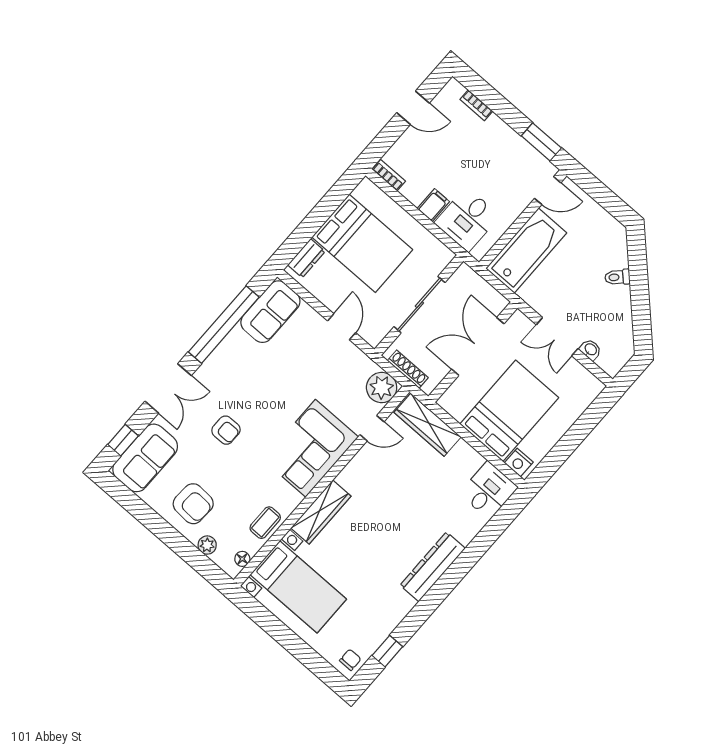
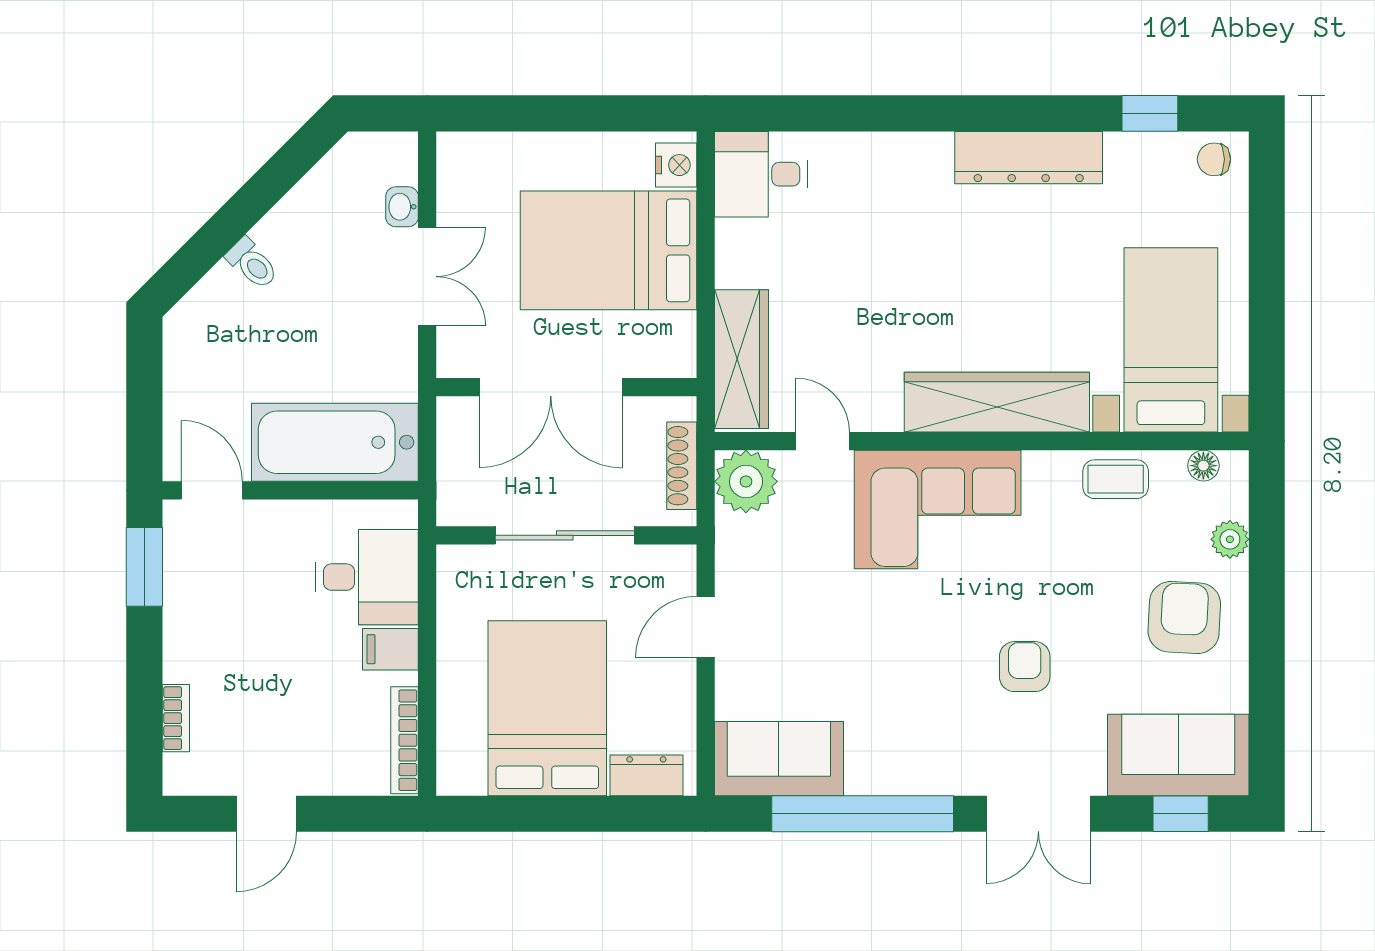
door: (413, 108) -> (266, 814), swing flipped
bookcase: (389, 175) -> (405, 740), width x1.56
double door: (168, 388) -> (1038, 814), swing flipped
wardrobe: (321, 512) -> (997, 402), width x1.40, depth x1.17
dresser: (433, 567) -> (1029, 158), moved

